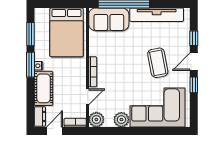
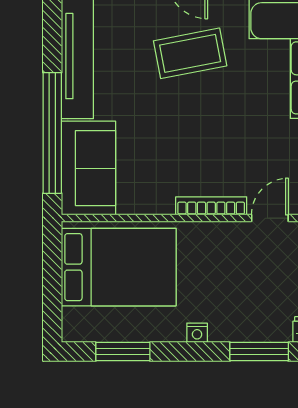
window: (30, 65) -> (259, 352), moved
cot: (43, 88) -> (250, 321), removed
door: (87, 97) -> (270, 218), hinge flipped

